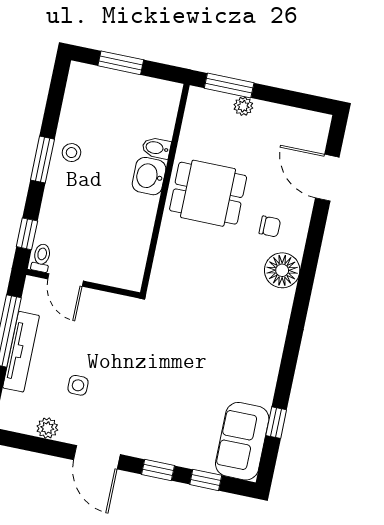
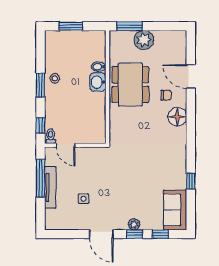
plant: (243, 106) -> (144, 40), width x1.88, depth x1.88
door: (327, 178) -> (191, 76), moved
dining table: (208, 193) -> (130, 85), width x1.38
window: (276, 423) -> (191, 181), moved
plant: (47, 428) -> (134, 224), moved

